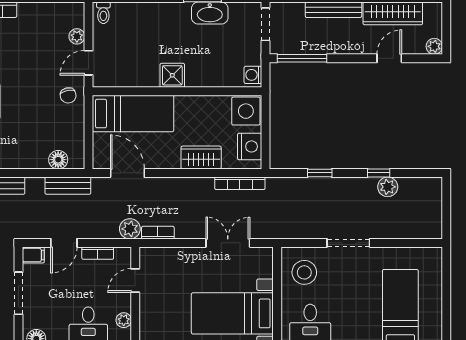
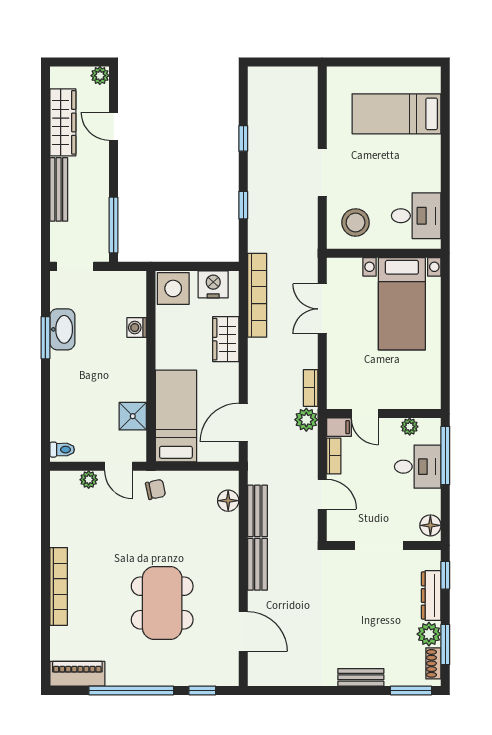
shower: (172, 75) -> (133, 416), moved
washing machine: (253, 75) -> (137, 328), moved, turned 90
bookcase: (240, 183) -> (257, 295), width x1.48, depth x1.31
bench: (68, 186) -> (257, 511), moved
plant: (388, 187) -> (259, 128), removed
filing cabinet: (33, 255) -> (339, 427), moved, turned 90

